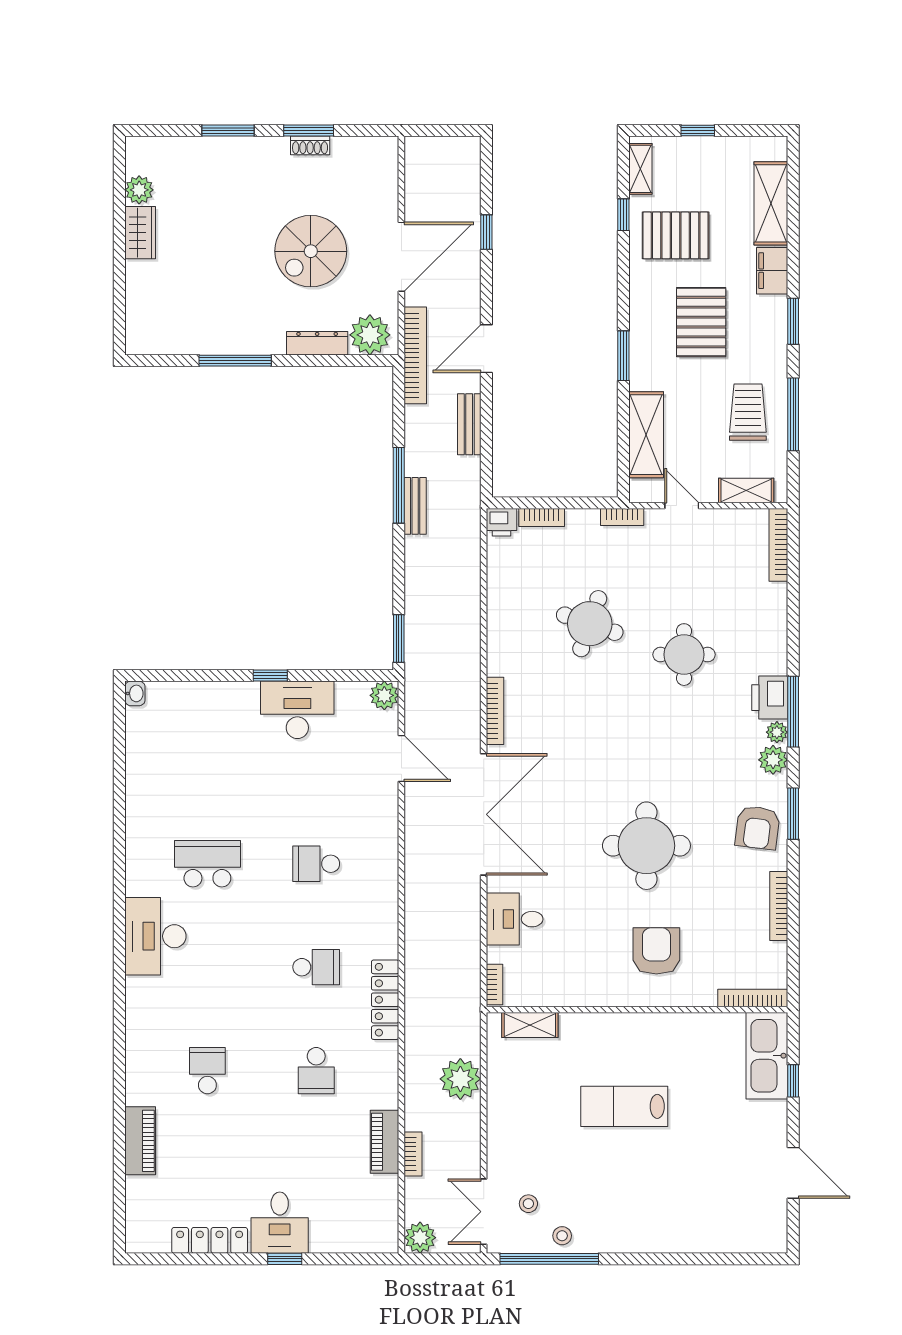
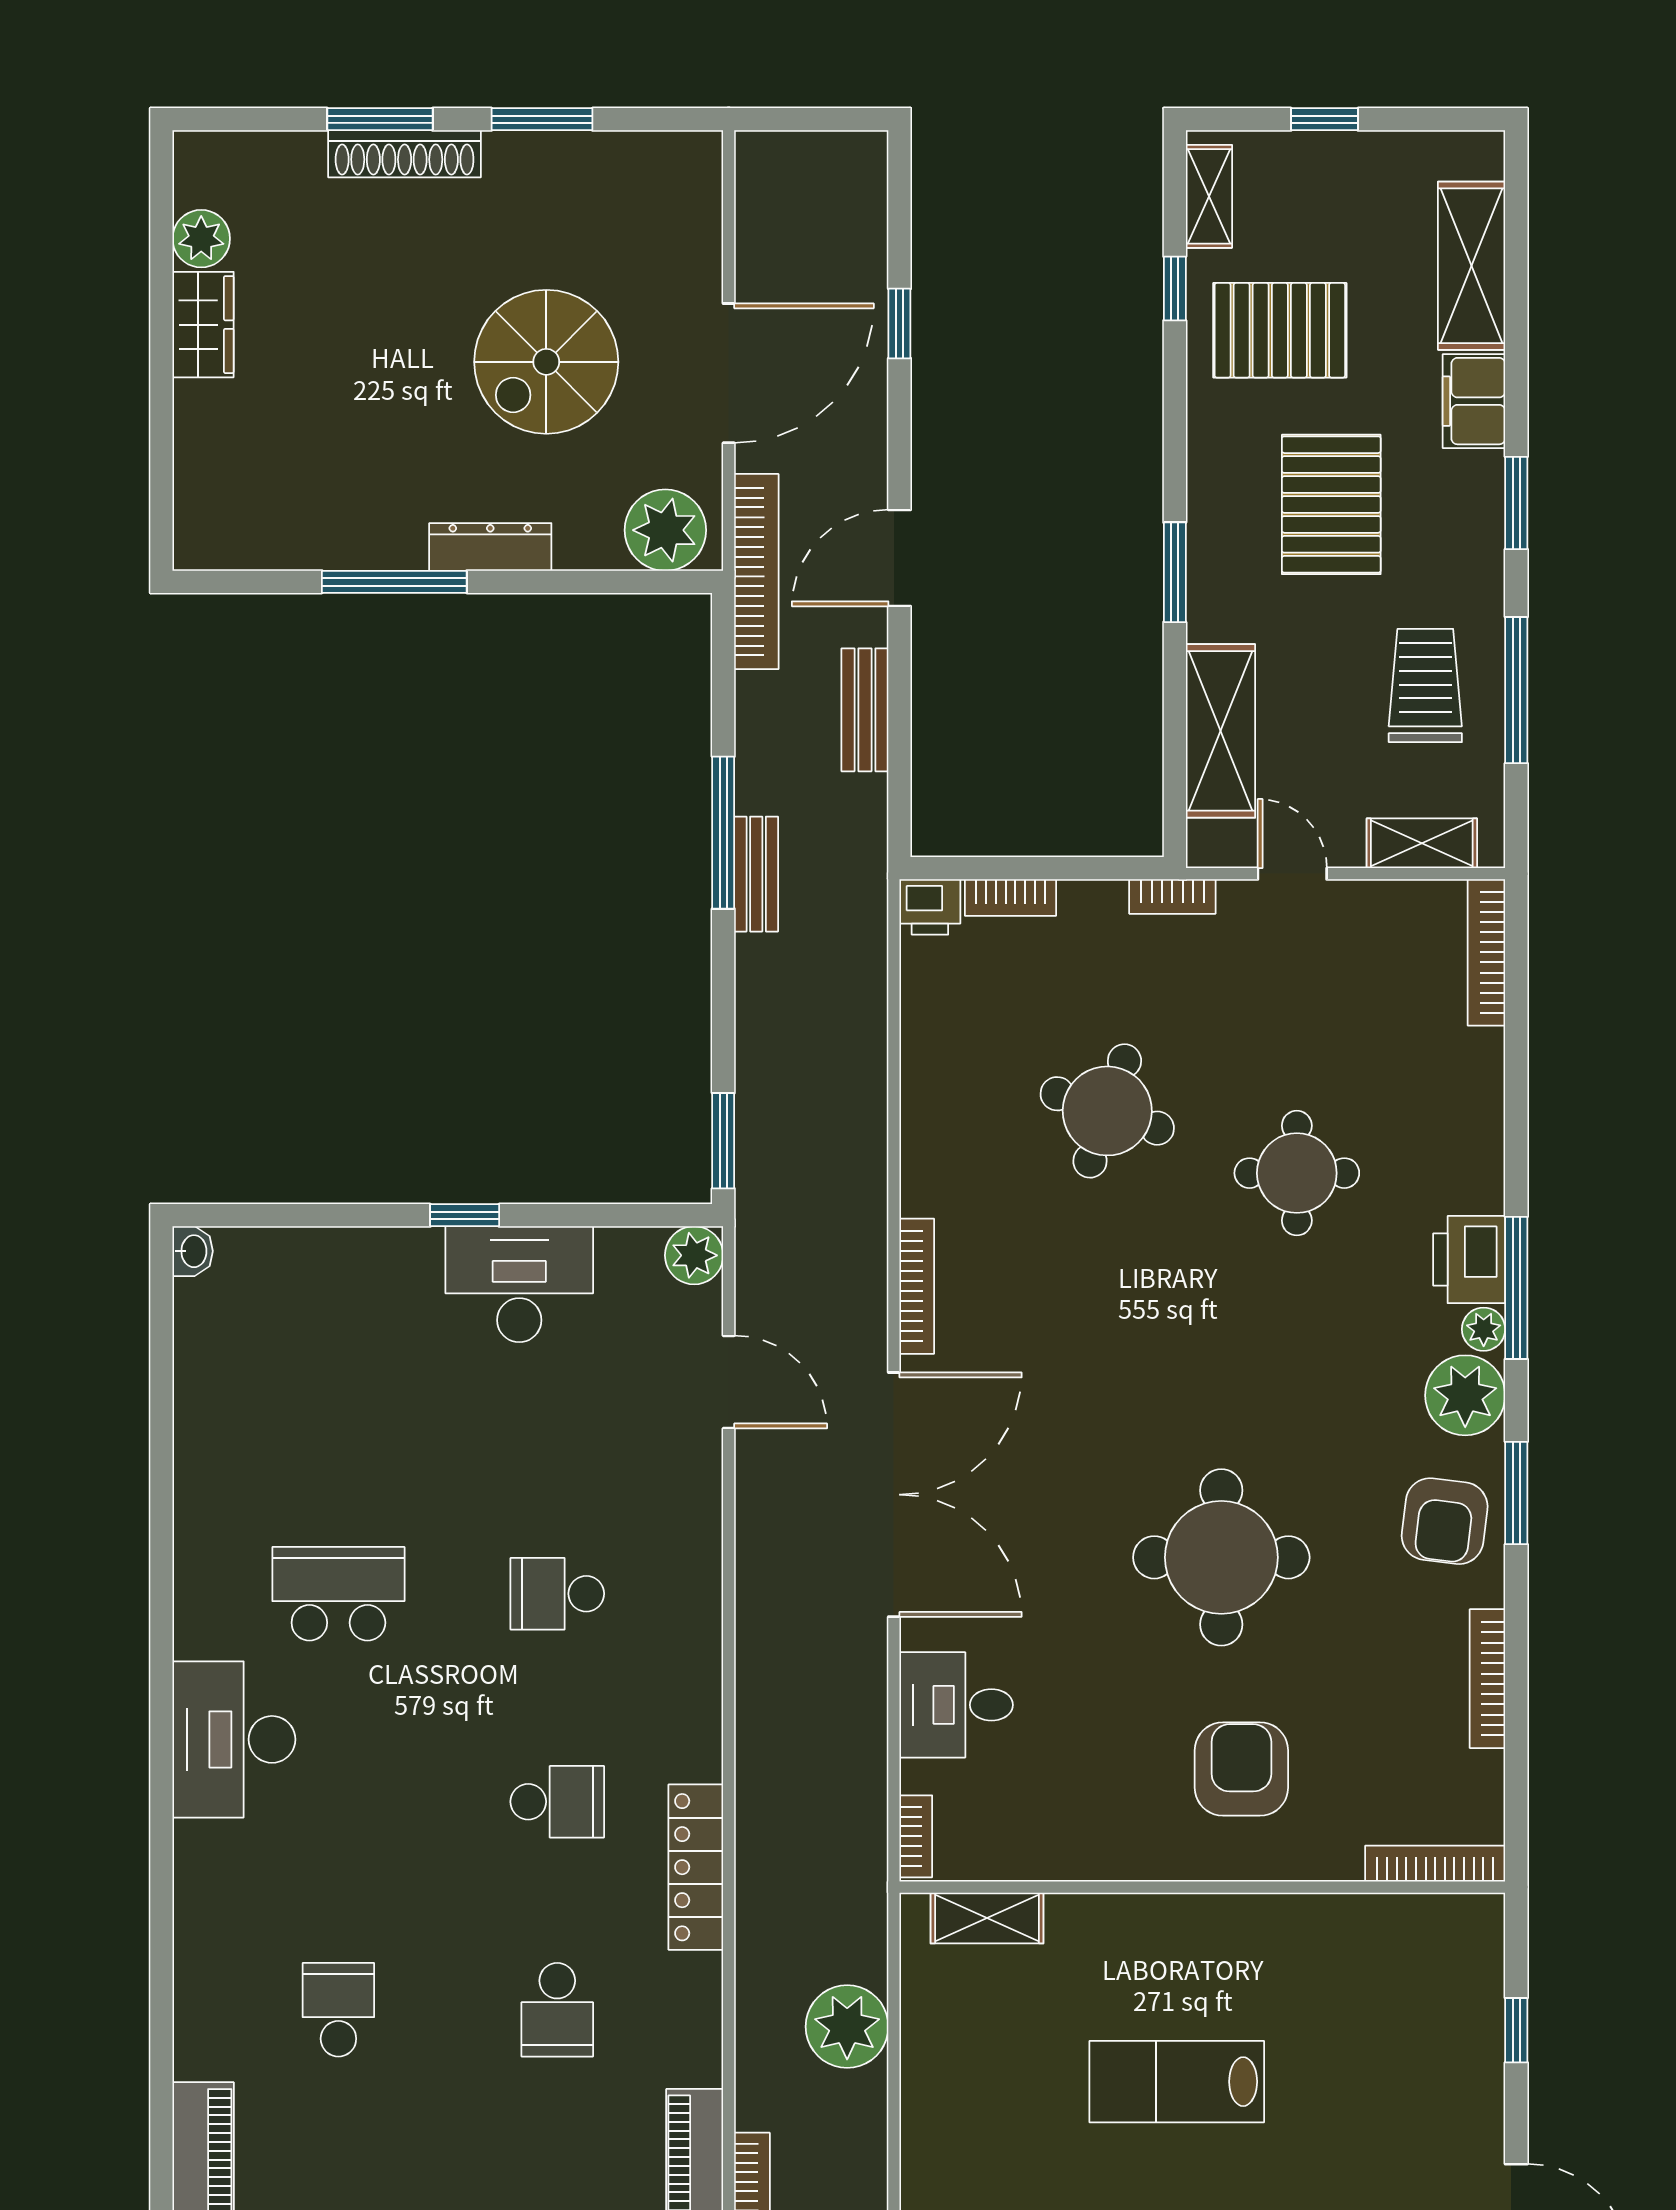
shoe rack: (310, 145) -> (405, 154), moved, width x1.94, depth x1.24
dresser: (317, 343) -> (490, 547), moved
plant: (773, 760) -> (1465, 1395), width x1.36, depth x1.36
kitchen sink: (767, 1056) -> (1463, 1980), removed

